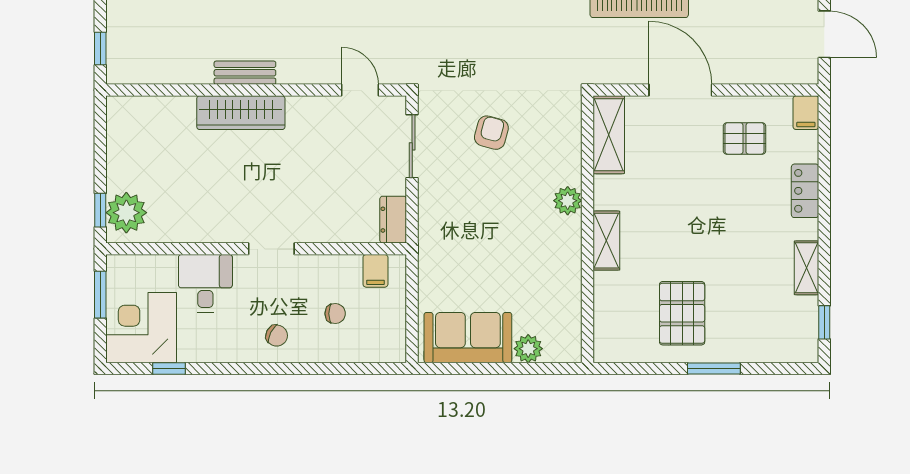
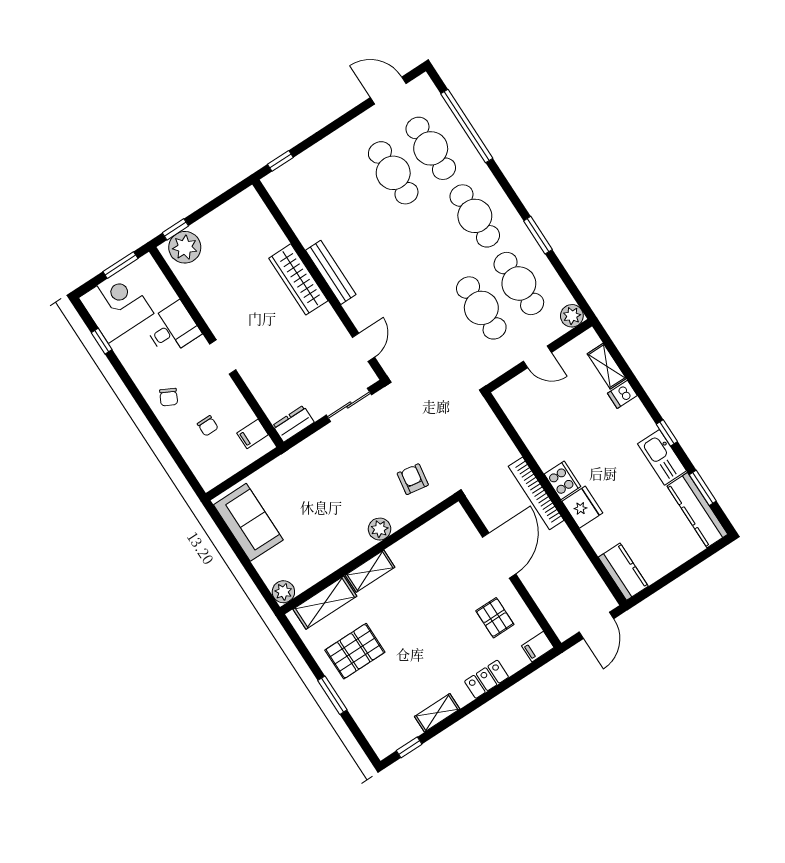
bench: (245, 73) -> (331, 272), width x1.36
armchair: (491, 133) -> (413, 479), moved, turned -96
shelving: (609, 135) -> (325, 603), moved
plant: (528, 349) -> (283, 592), moved

